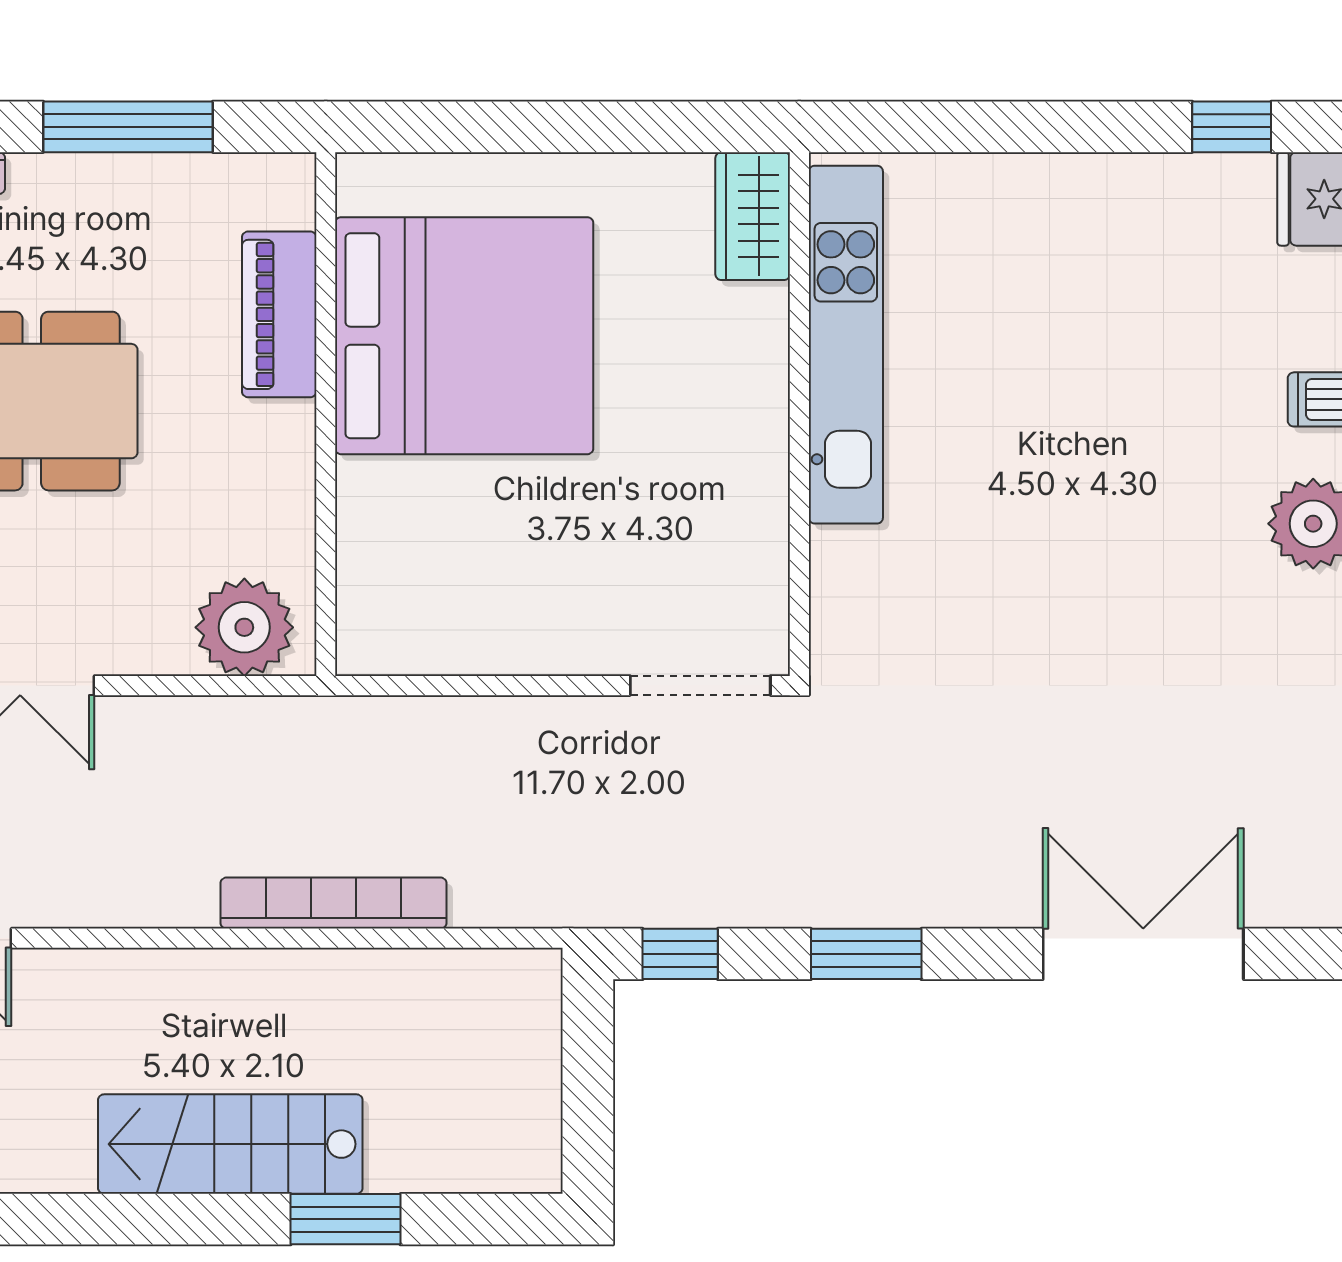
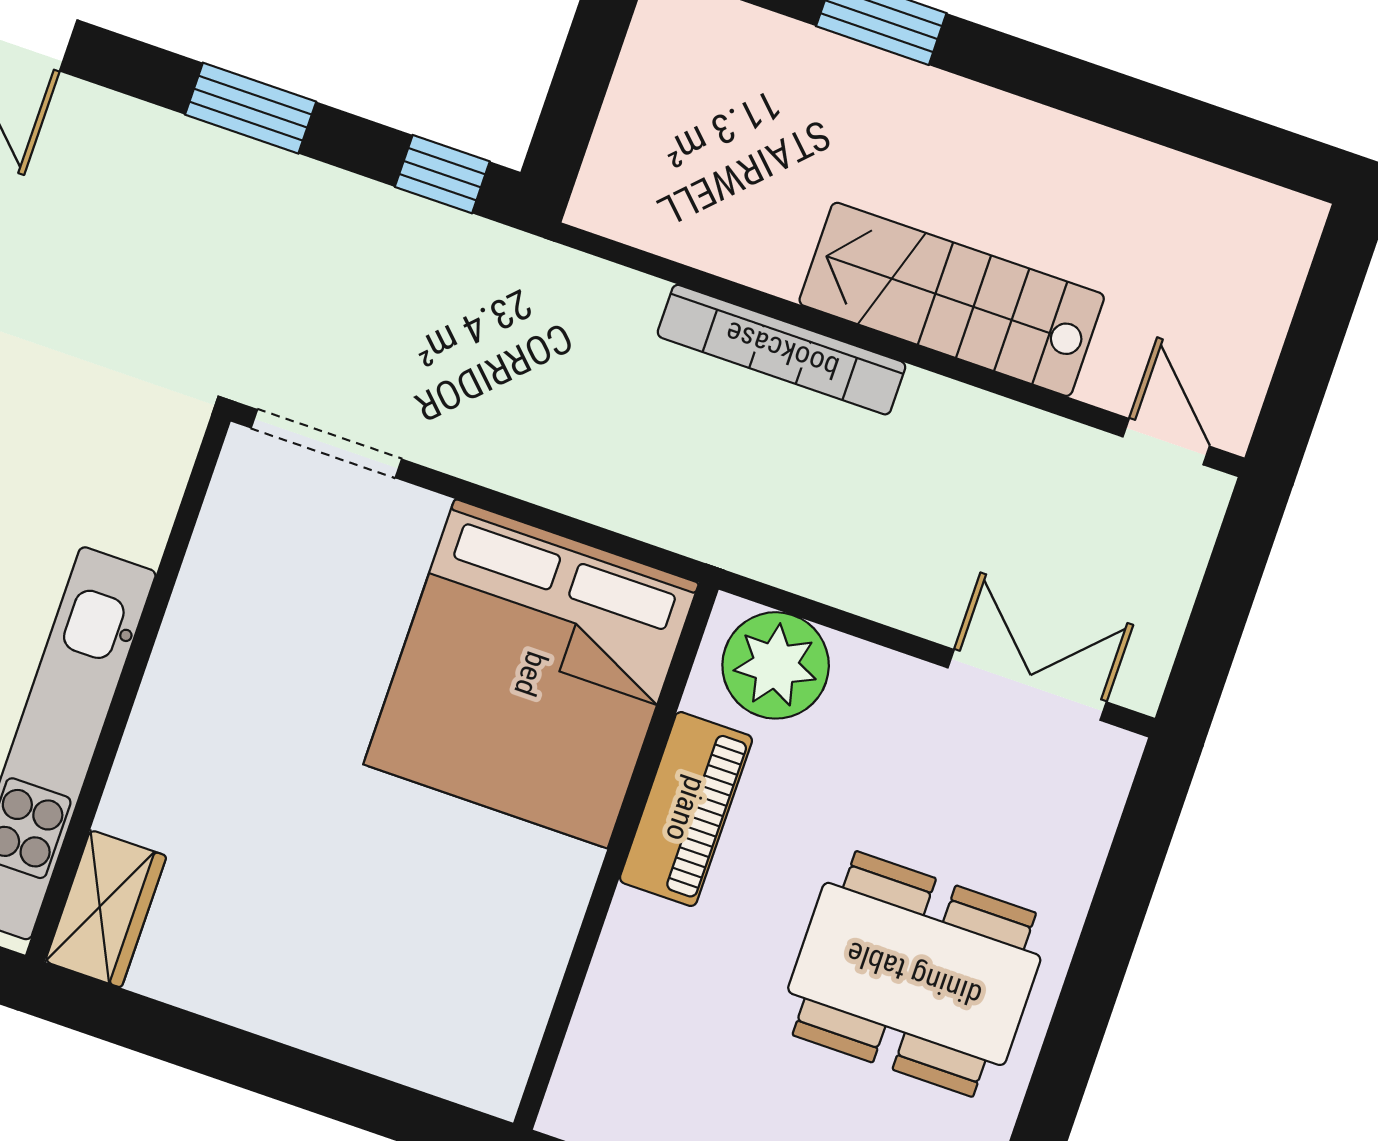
piano: (279, 314) -> (686, 809), moved
bed: (464, 336) -> (531, 674), moved, turned -90
stairs: (230, 1144) -> (952, 299), moved, turned 180

